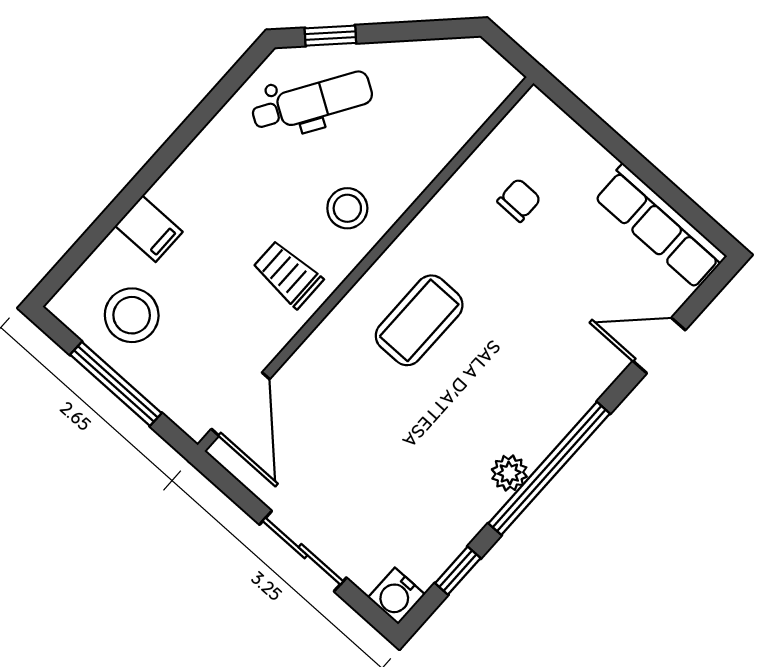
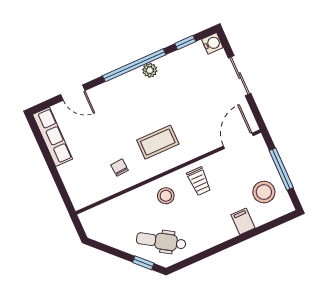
chair: (519, 200) -> (120, 168), moved, turned 86

